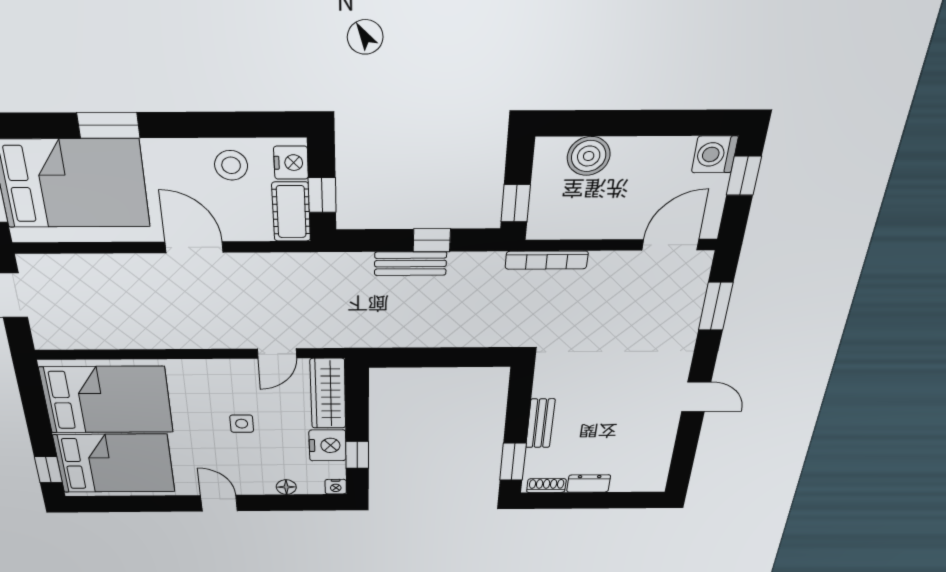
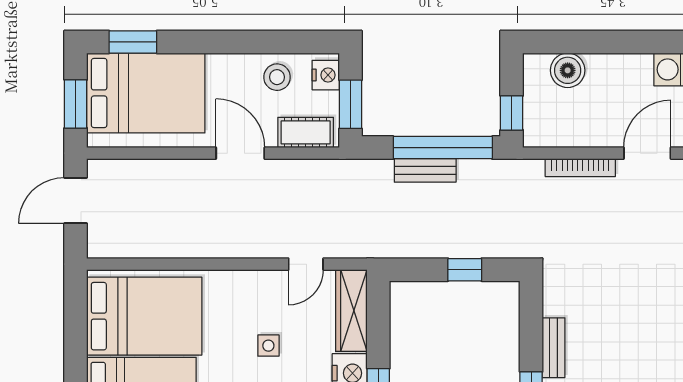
window: (108, 125) -> (133, 42), moved
window: (322, 195) -> (351, 104), width x1.50
cot: (291, 212) -> (306, 132), moved, turned 90
window: (432, 240) -> (443, 148), width x3.17
bookcase: (547, 260) -> (580, 168), moved
window: (451, 357) -> (465, 270), added

